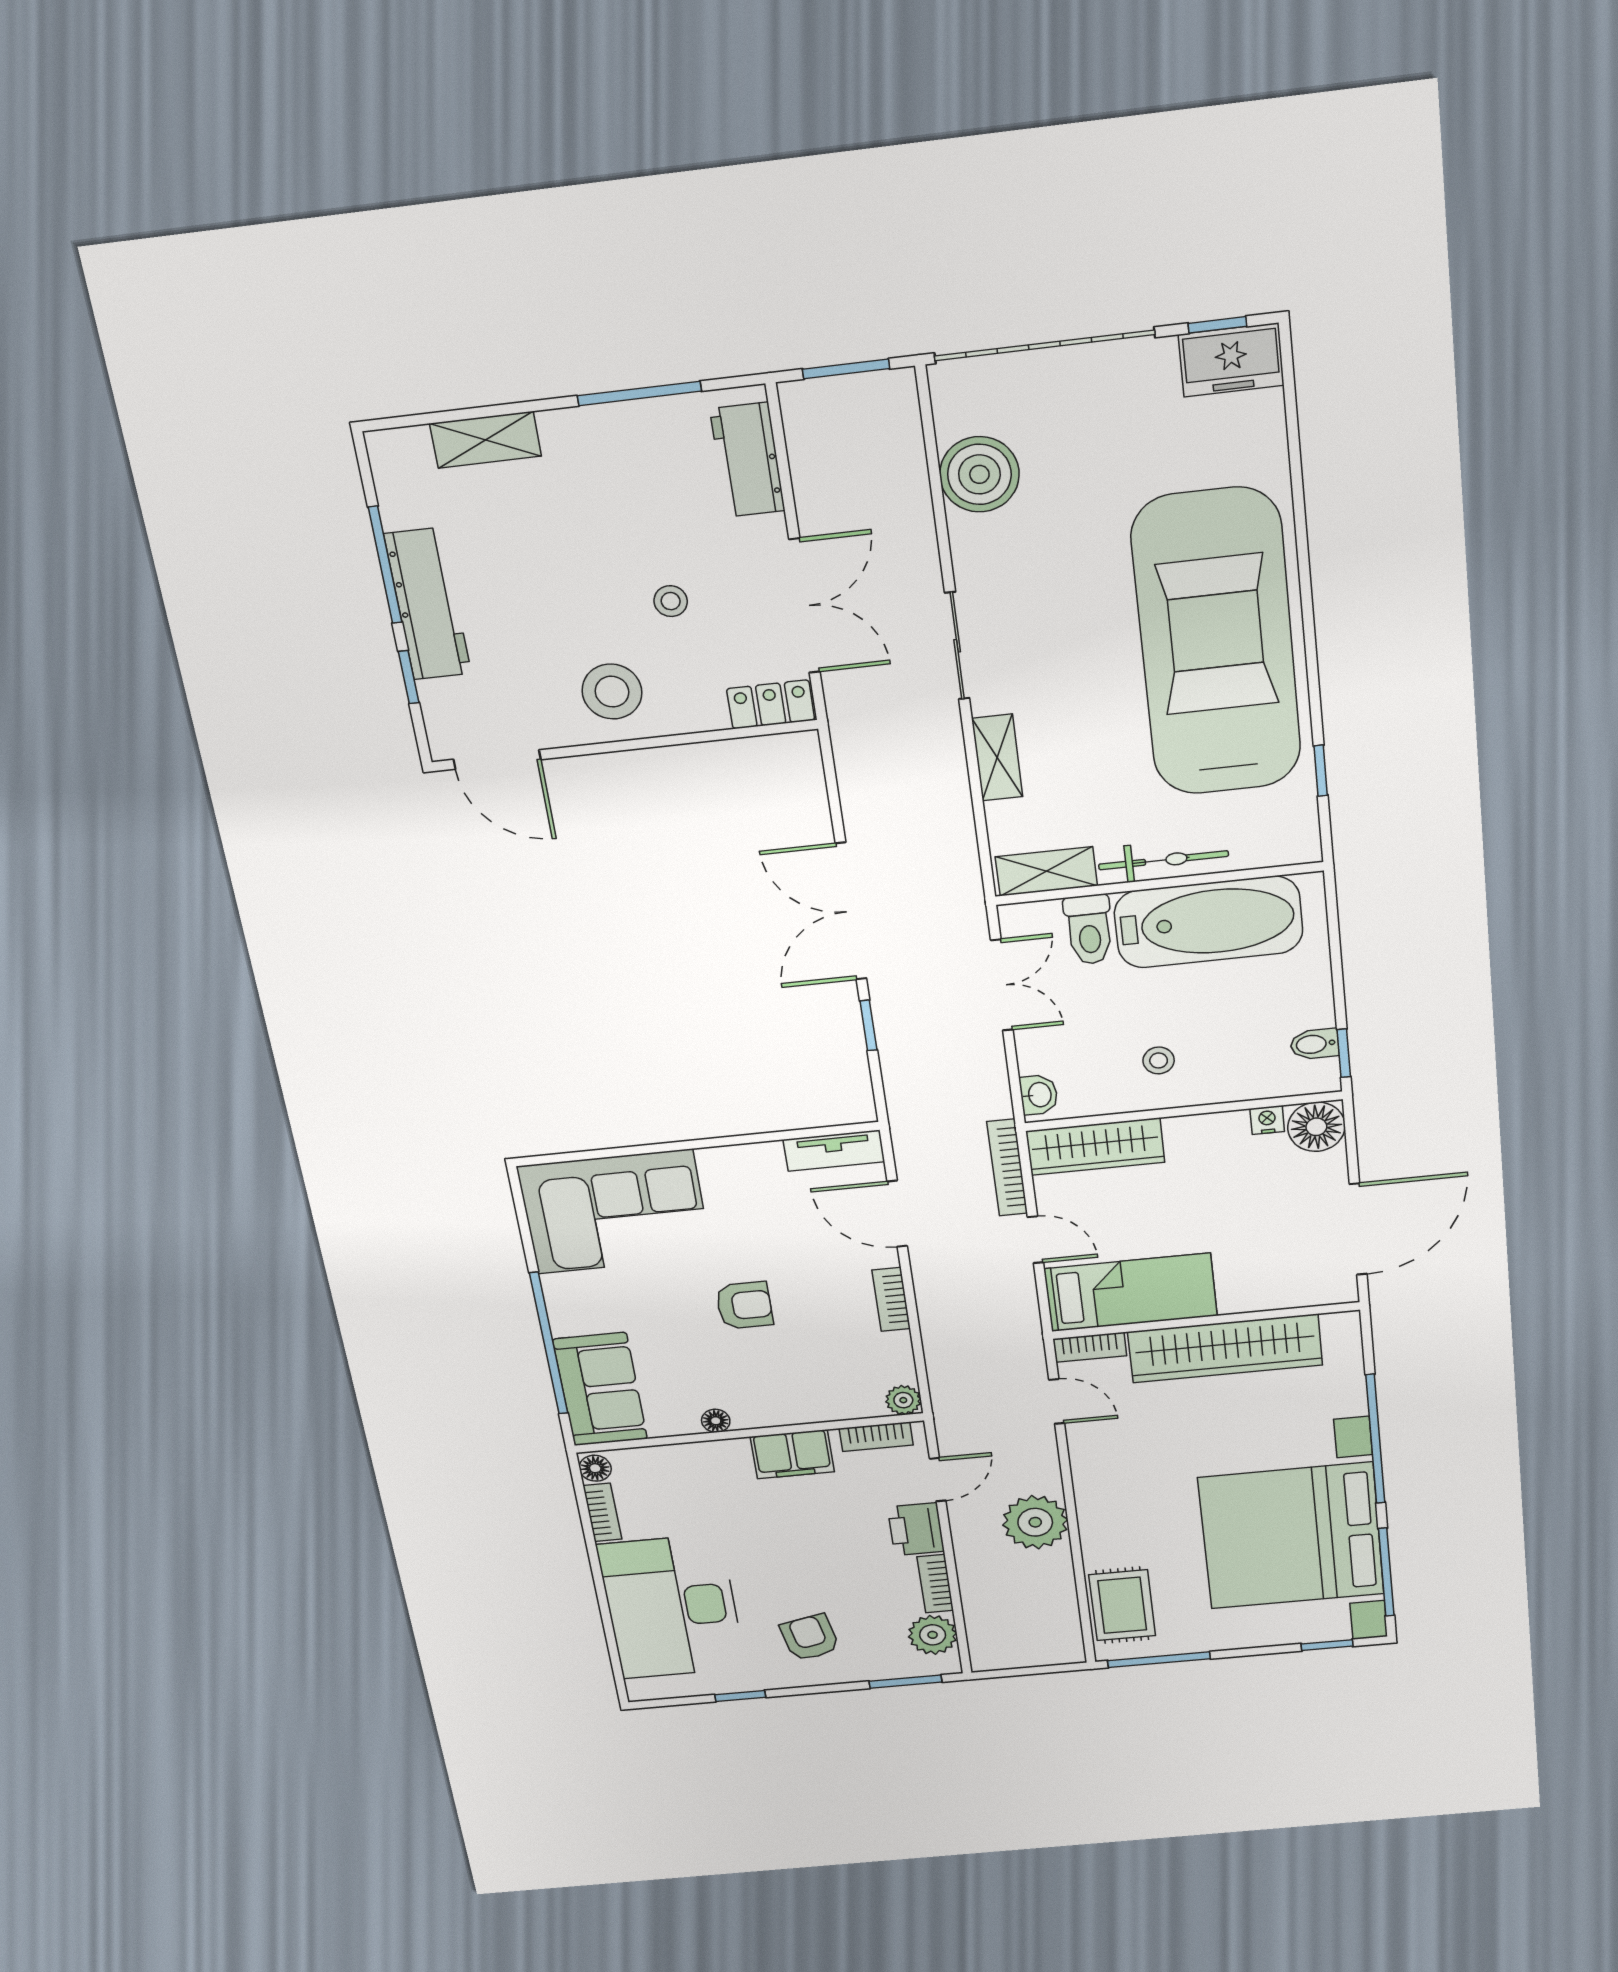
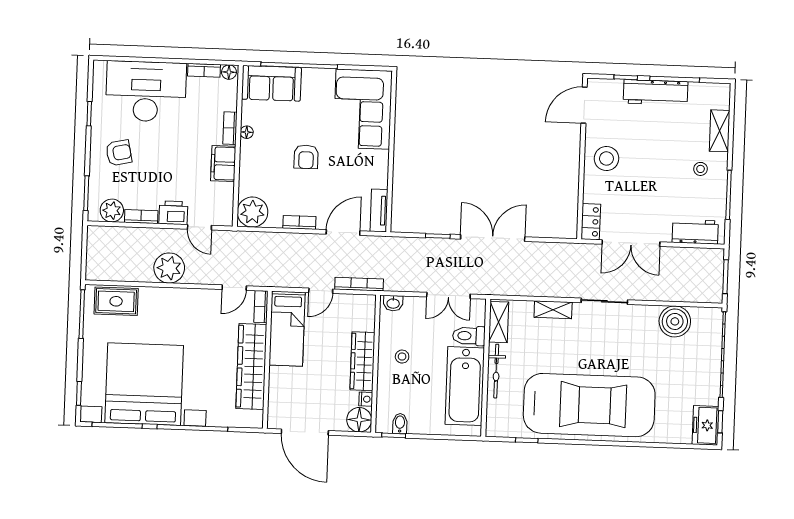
stool: (671, 601) -> (701, 169), moved
wardrobe: (1095, 1147) -> (362, 361), moved
plant: (903, 1400) -> (253, 212), width x1.87, depth x1.87
bookcase: (876, 1437) -> (230, 128), moved

